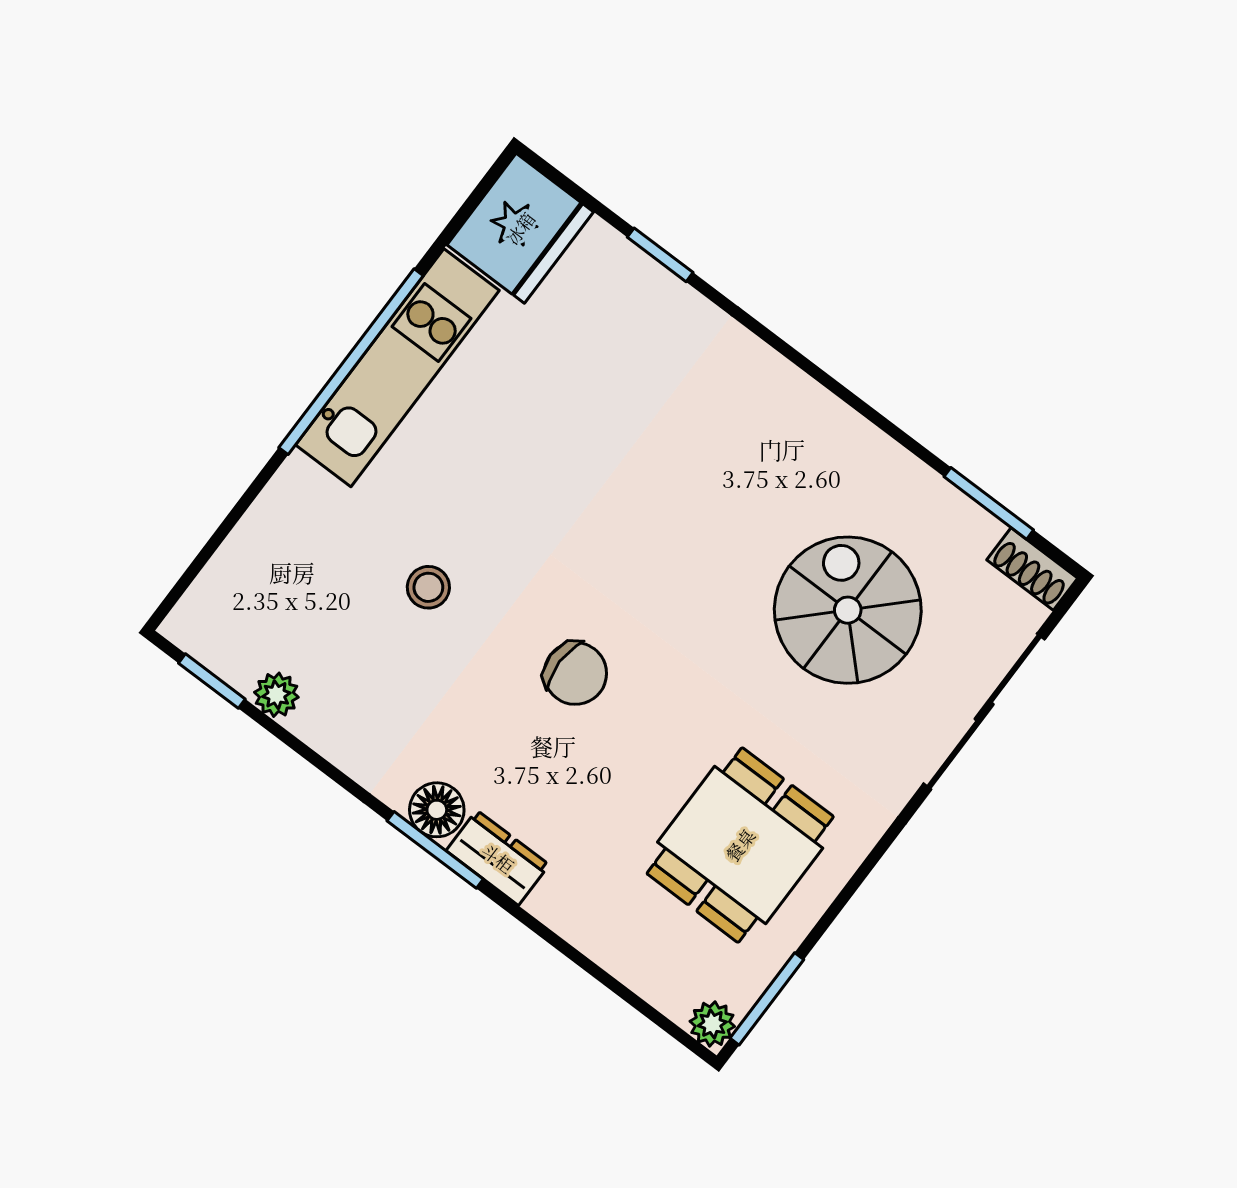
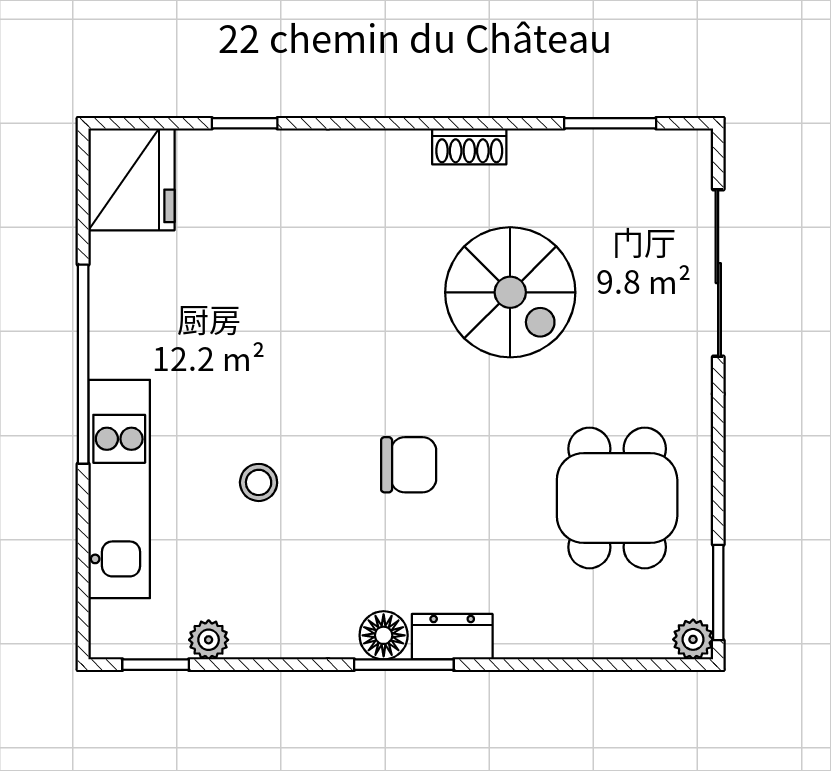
kitchen unit: (397, 368) -> (119, 489), moved
shoe rack: (1032, 569) -> (469, 146), moved
spiral stairs: (848, 610) -> (510, 292), moved, turned 180

